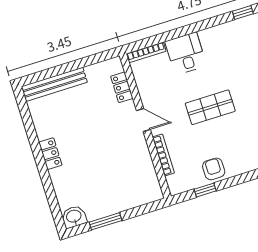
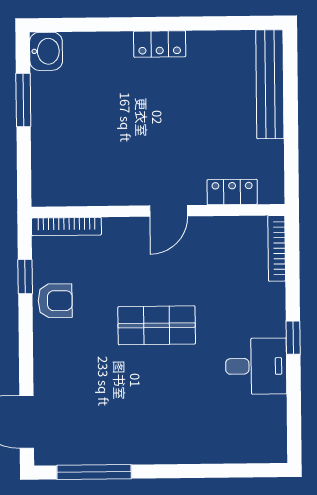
window: (243, 12) -> (293, 338), moved
desk: (186, 54) -> (256, 366), moved
shop shelf: (210, 107) -> (157, 325), turned 90
bookcase: (163, 155) -> (66, 227), moved

